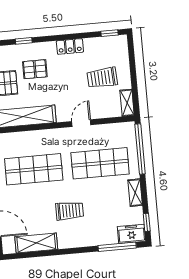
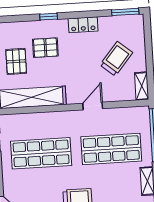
window: (109, 33) -> (125, 12), width x1.50
window: (24, 41) -> (49, 17), moved
trolley: (102, 78) -> (116, 59), turned 133

